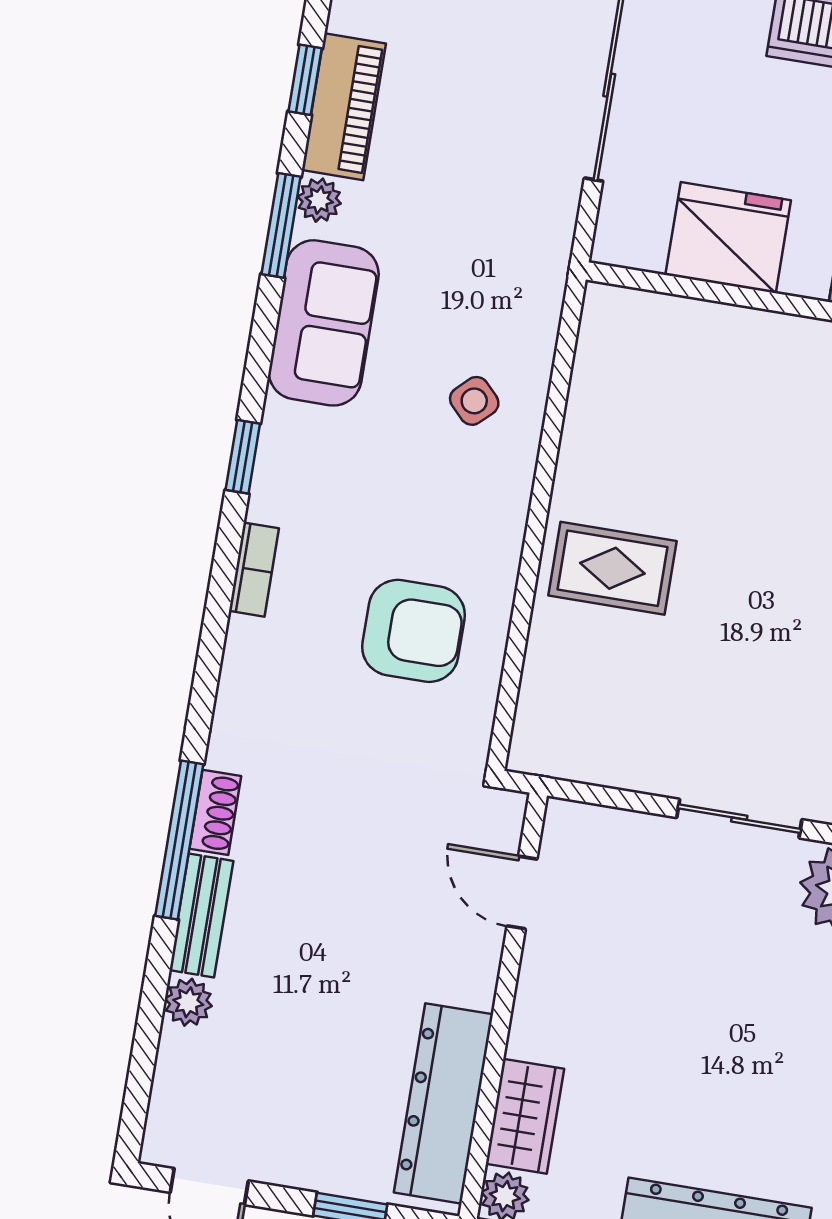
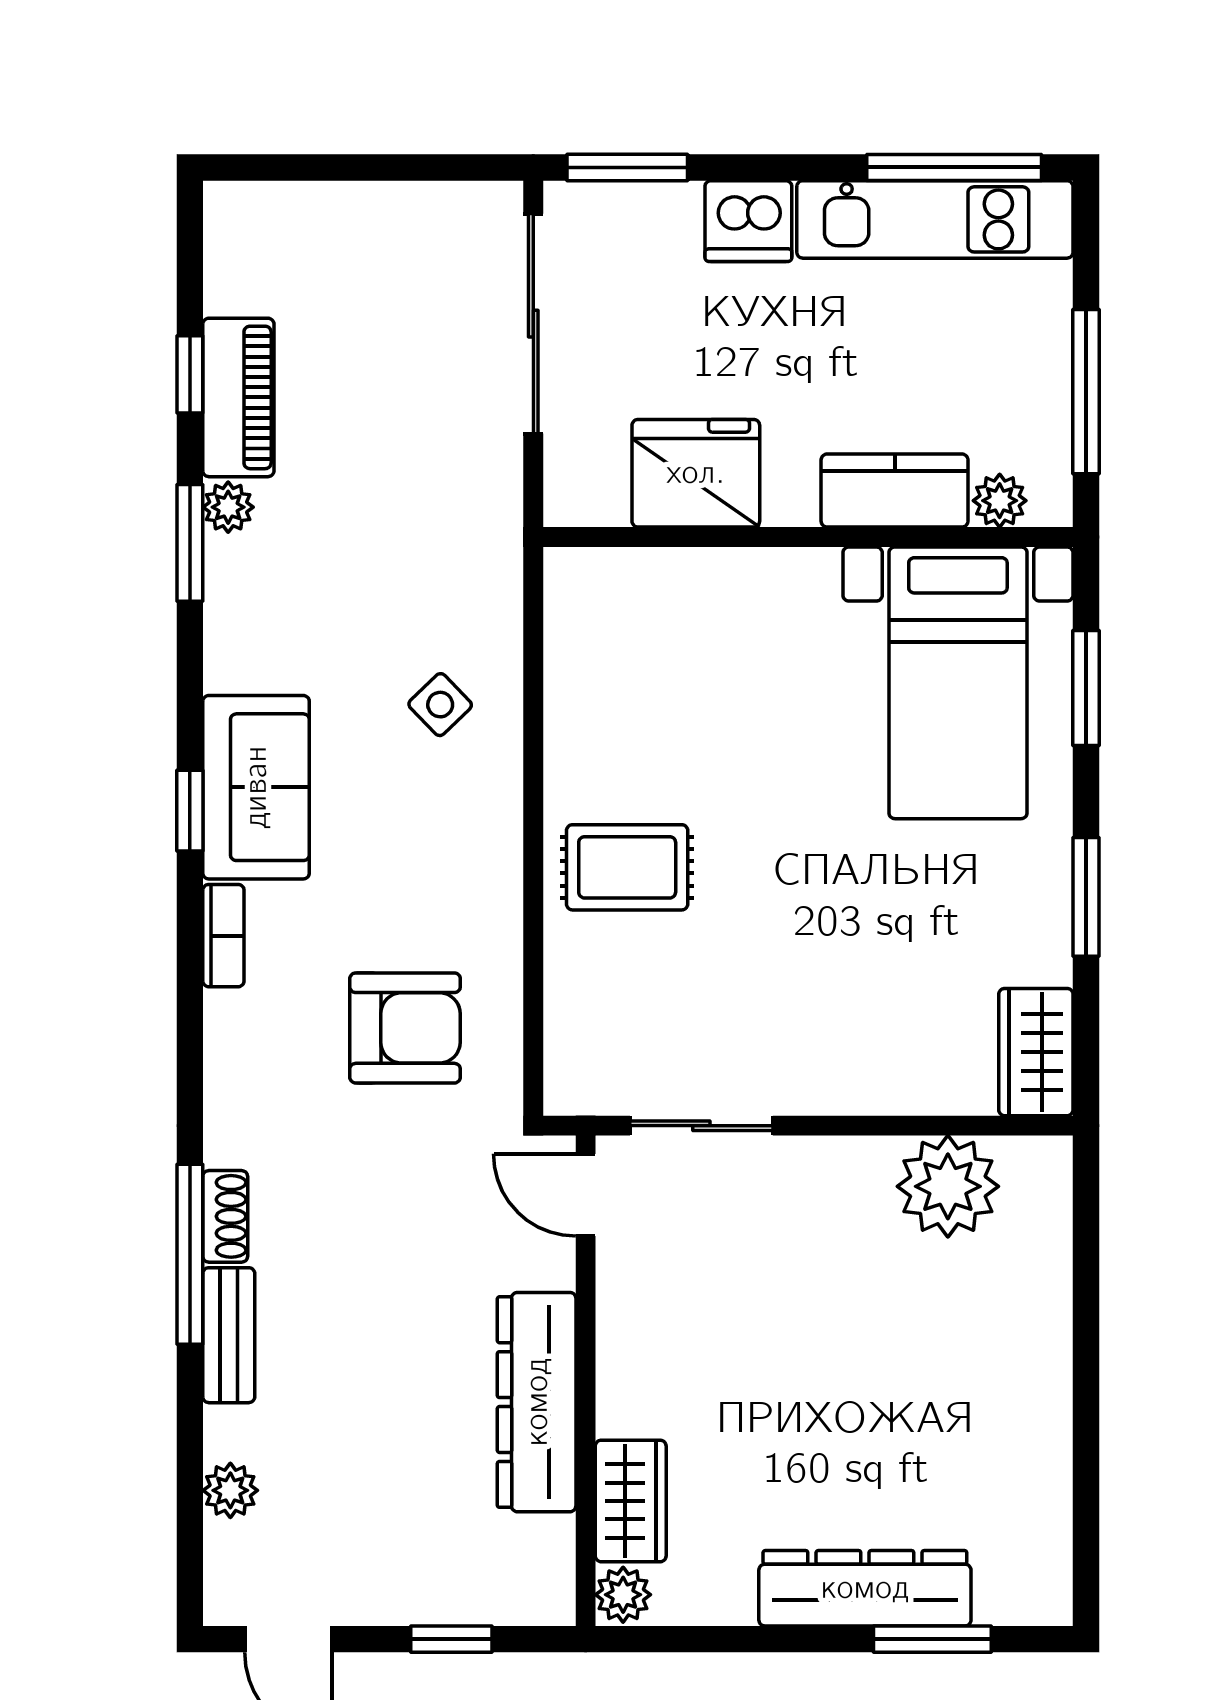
sofa: (324, 323) -> (256, 787), moved
armchair: (413, 631) -> (405, 1028), moved
sliding door: (739, 819) -> (701, 1126), moved
door: (522, 893) -> (586, 1195), moved
plant: (188, 1002) -> (230, 1490), moved
dresser: (444, 1103) -> (537, 1402), moved

